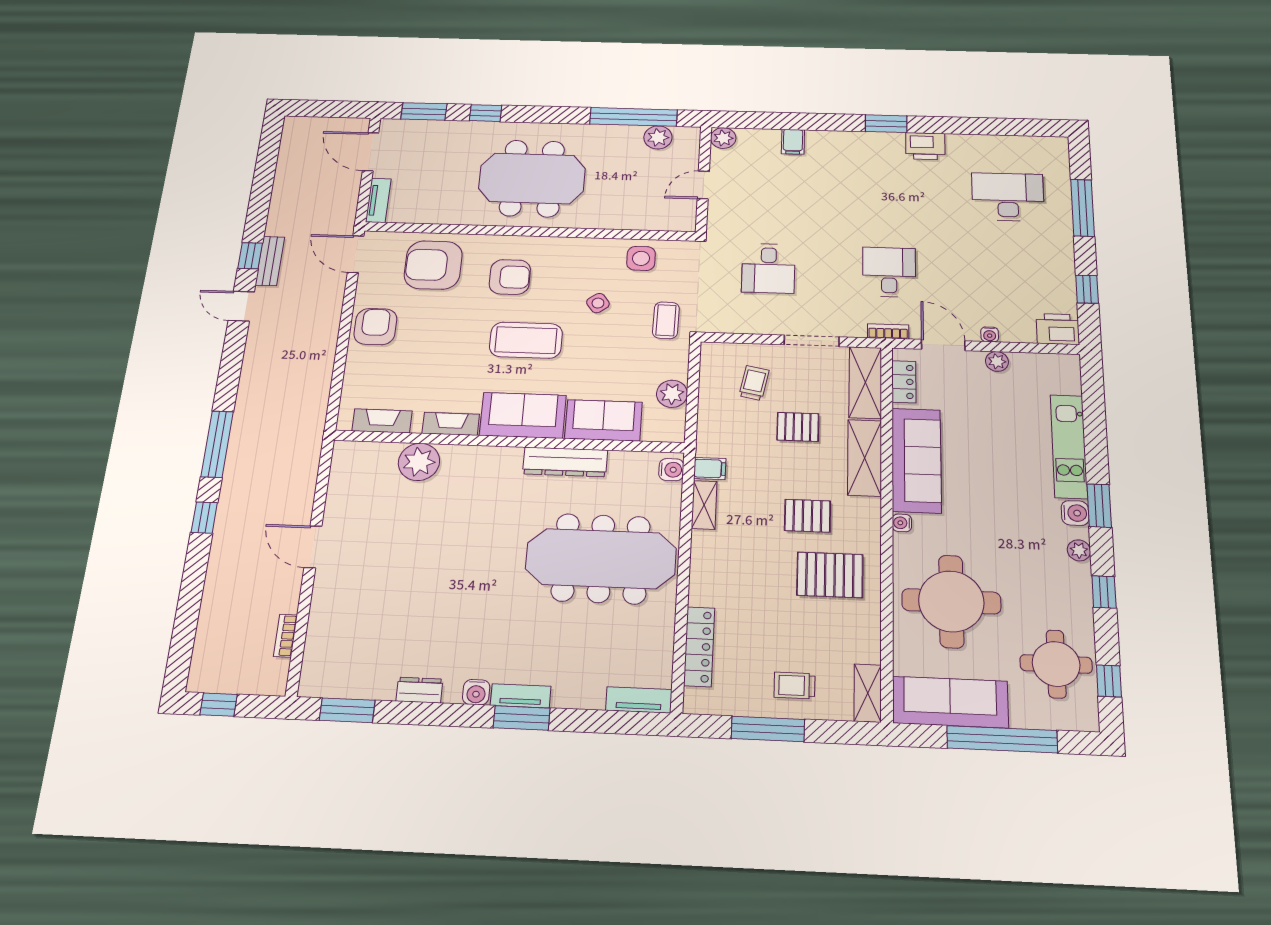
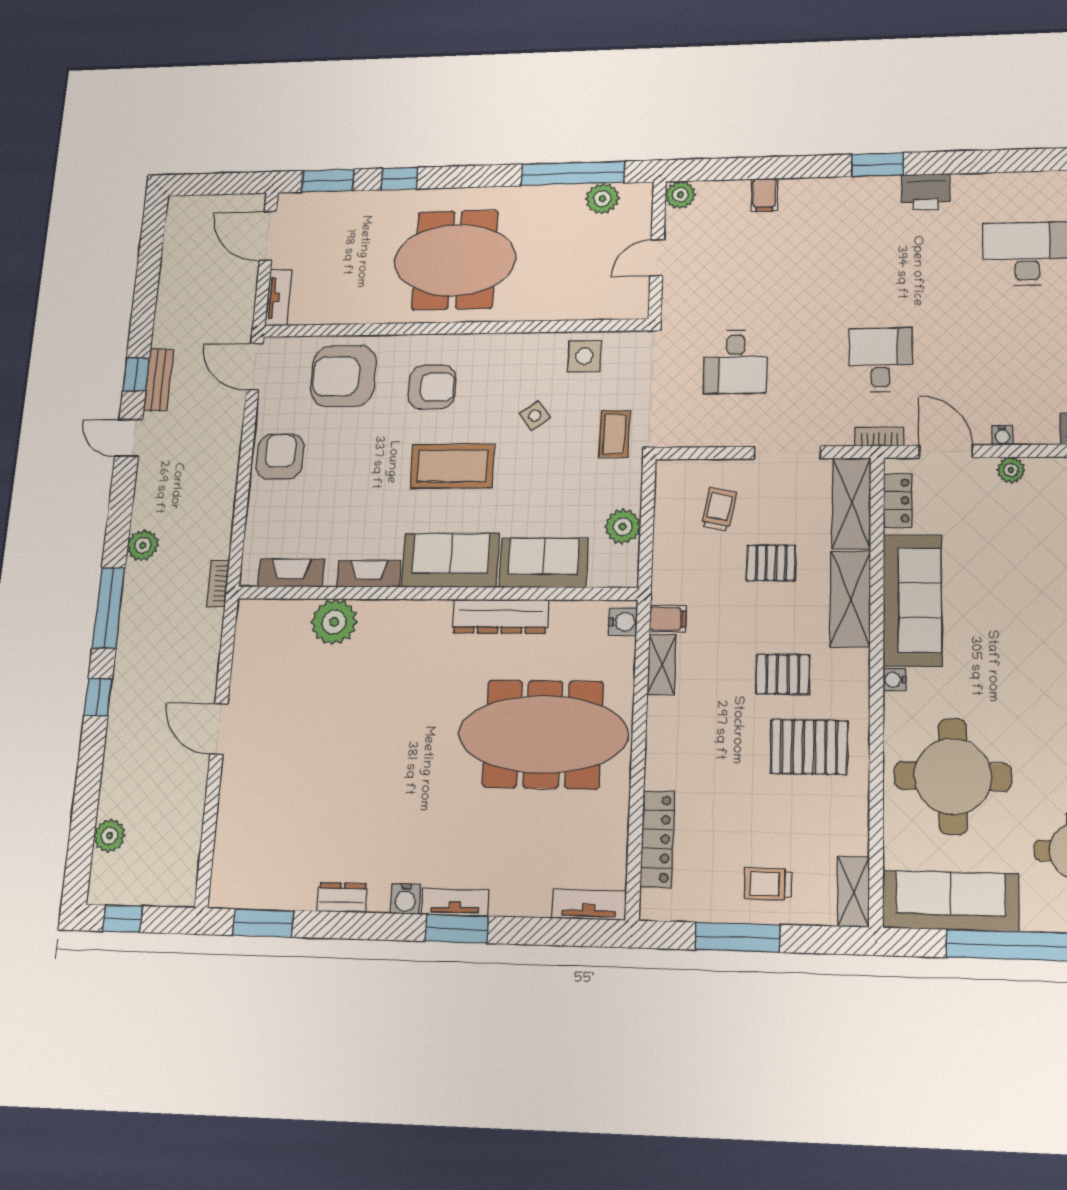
plant: (250, 394) -> (143, 545), added
plant: (209, 634) -> (110, 836), added
bookcase: (286, 636) -> (218, 583), moved

